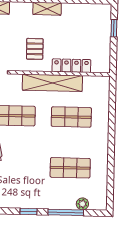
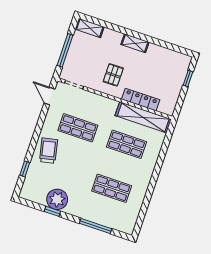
shelving: (52, 83) -> (143, 117), moved
plant: (82, 204) -> (57, 199), moved, width x1.88, depth x1.88
window: (28, 212) -> (52, 211), moved

